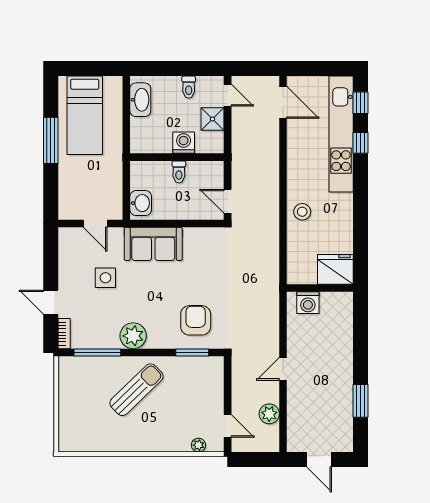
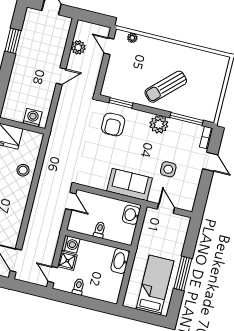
washbasin: (140, 100) -> (120, 261), moved
washing machine: (184, 143) -> (71, 244), moved, turned -90
stool: (302, 212) -> (23, 170), moved

